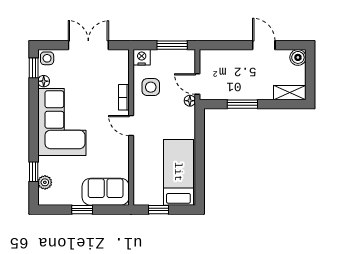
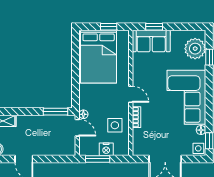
nightstand: (142, 57) -> (106, 149), moved
window: (242, 104) -> (56, 112), moved
bed: (178, 172) -> (99, 57), width x1.50
plant: (45, 182) -> (195, 49), width x1.87, depth x1.87
window: (82, 210) -> (154, 27), moved

